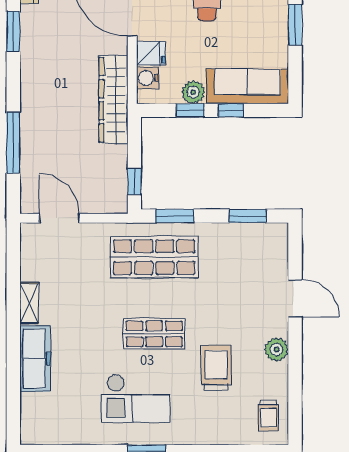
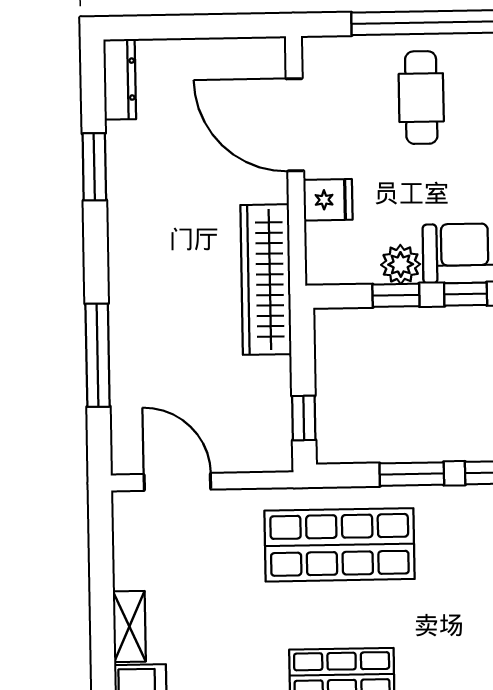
water cooler: (147, 78) -> (323, 242), removed
window: (175, 216) -> (412, 474), moved

